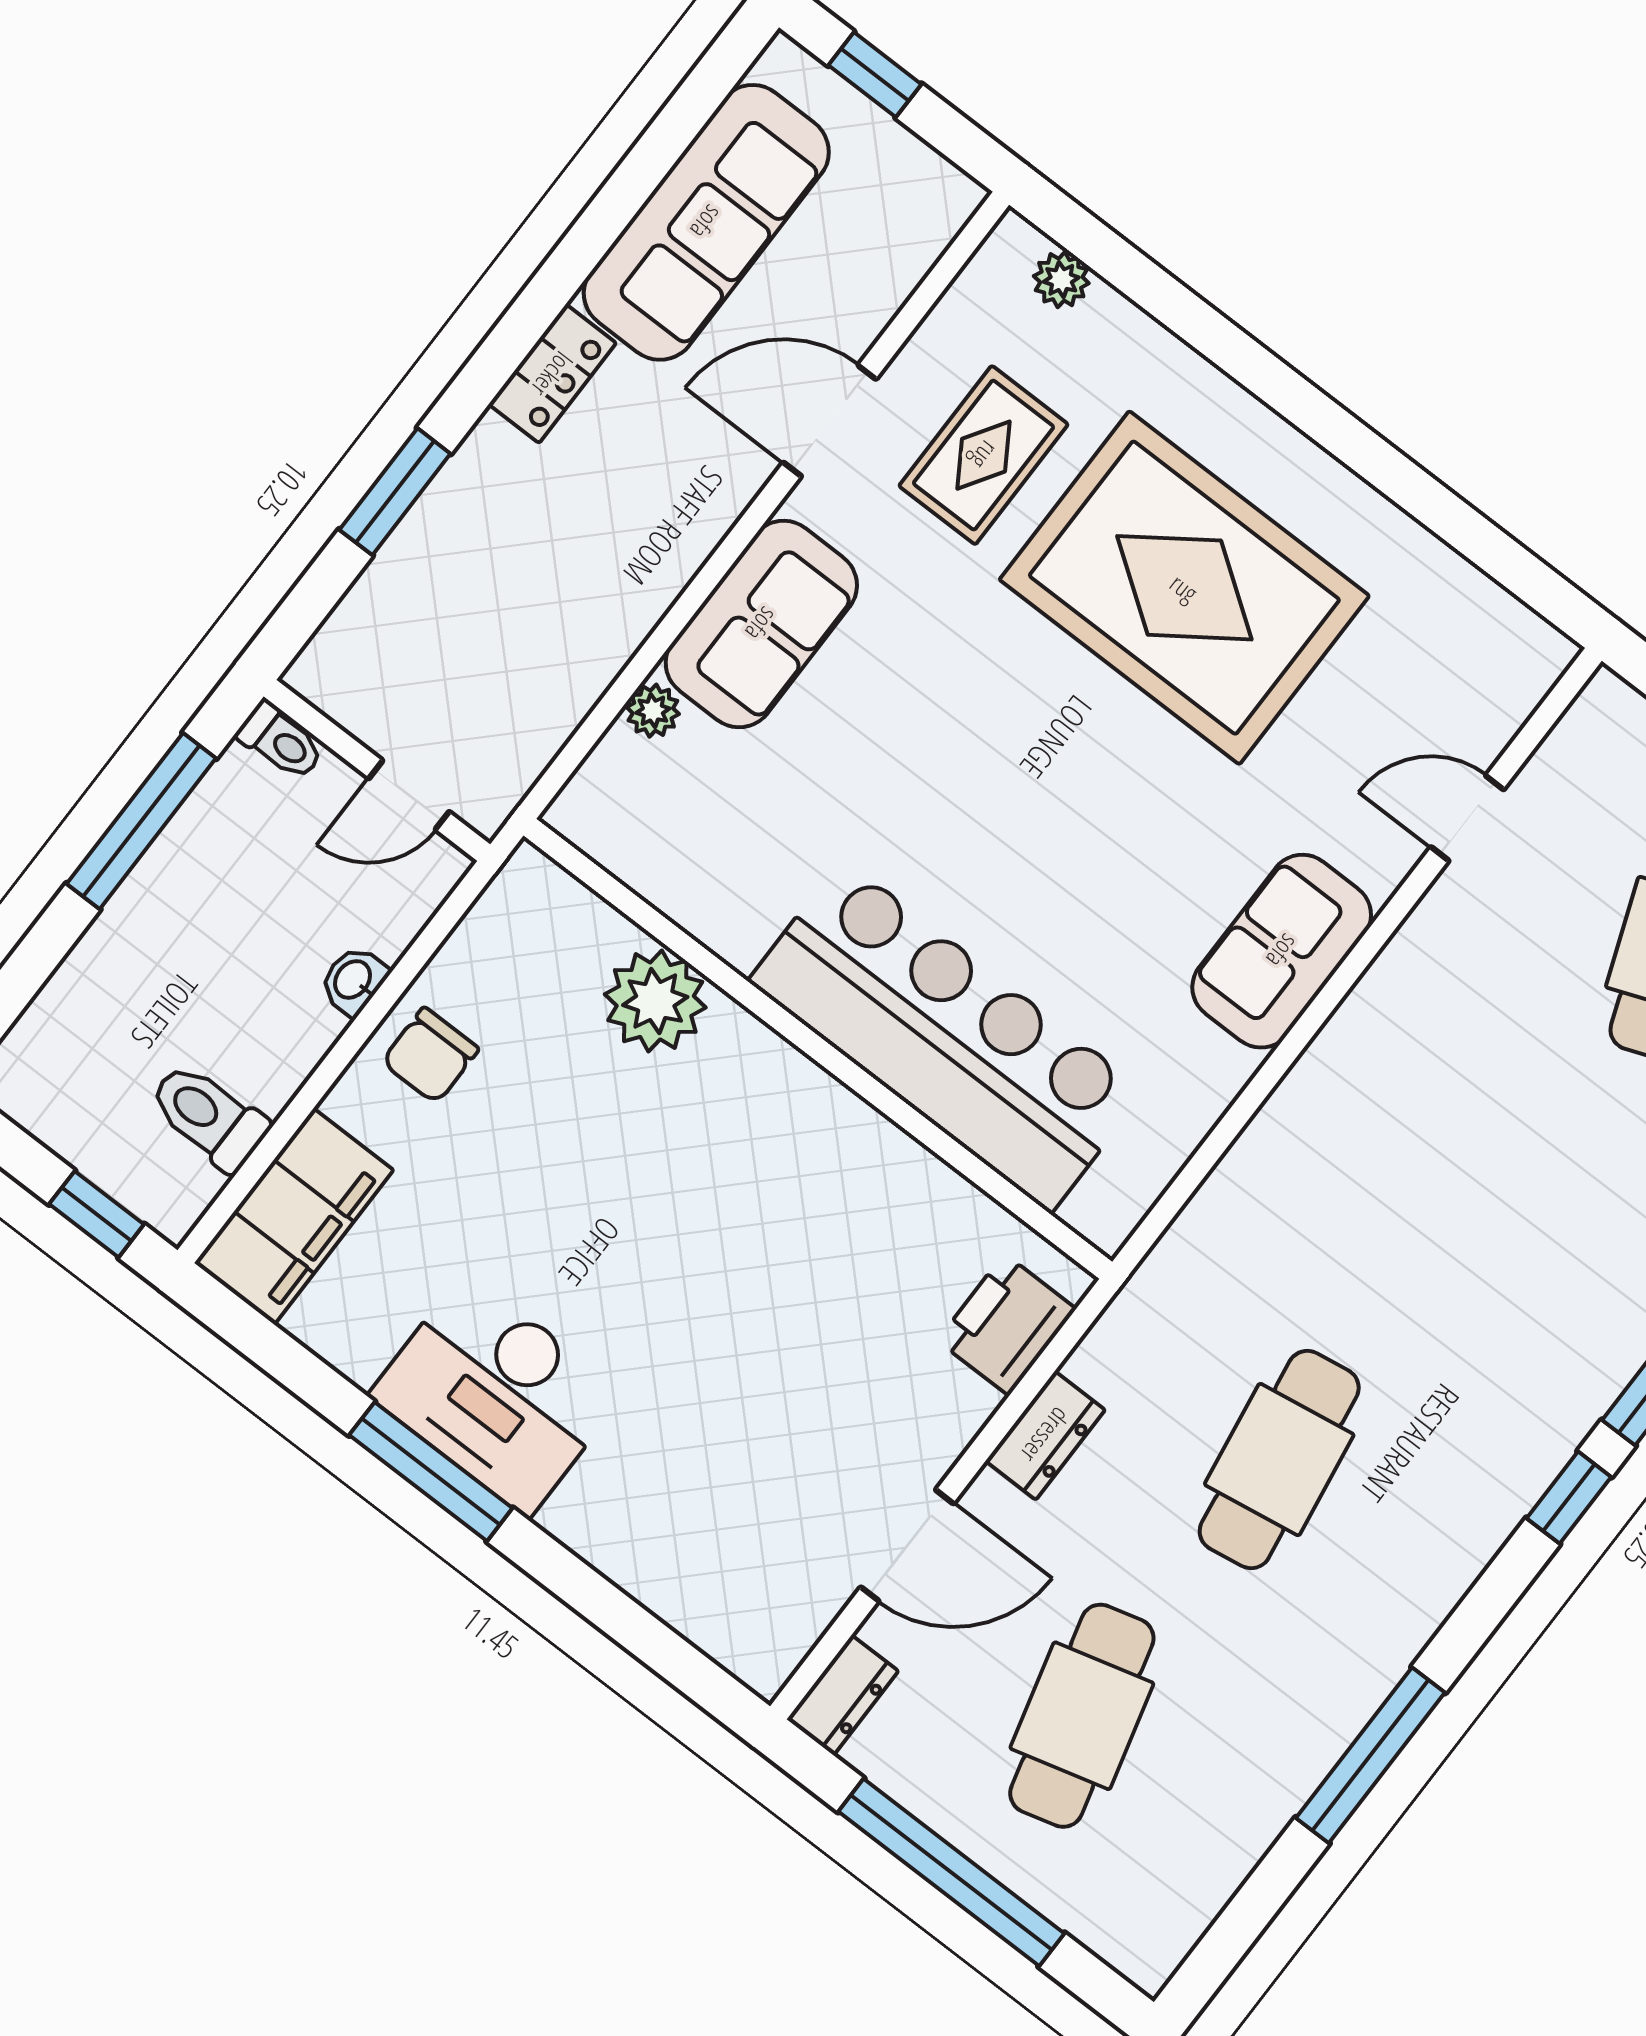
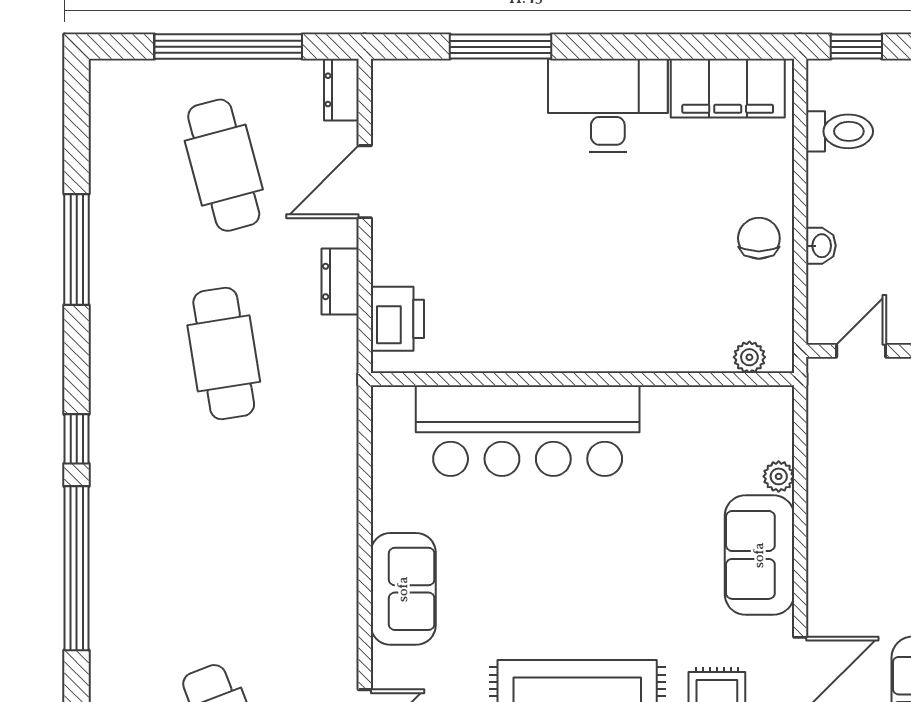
plant: (655, 1001) -> (749, 357), moved, width x0.53, depth x0.53
filing cabinet: (294, 1217) -> (728, 88), moved, turned -90
window: (431, 1472) -> (501, 47), moved

